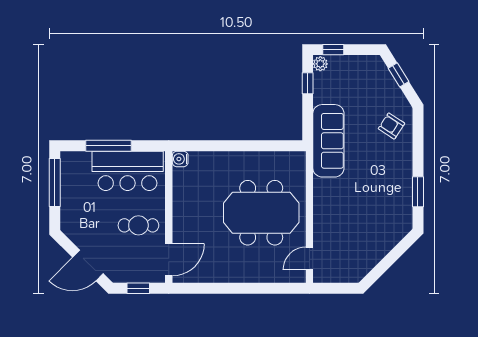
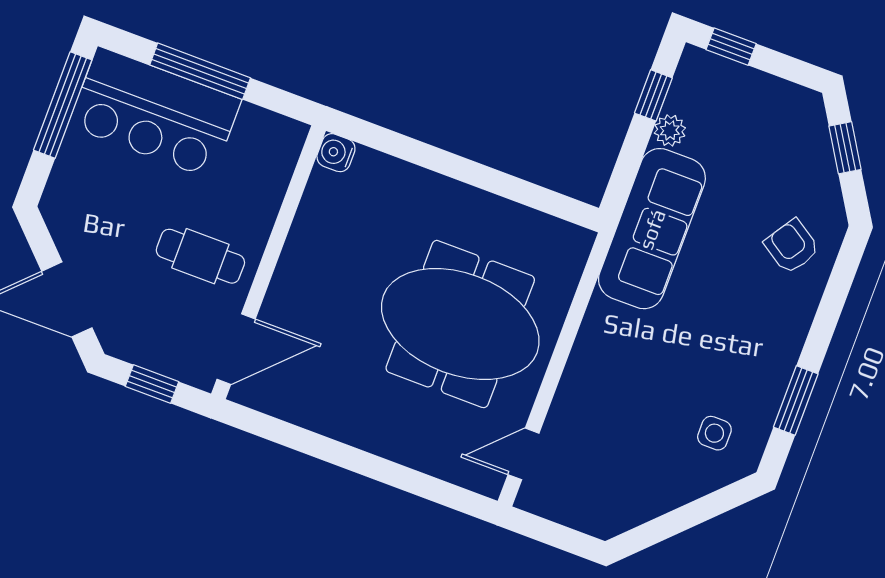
plant: (320, 64) -> (670, 130), moved
bar counter: (128, 171) -> (155, 113), moved
side table: (388, 219) -> (714, 433), added

